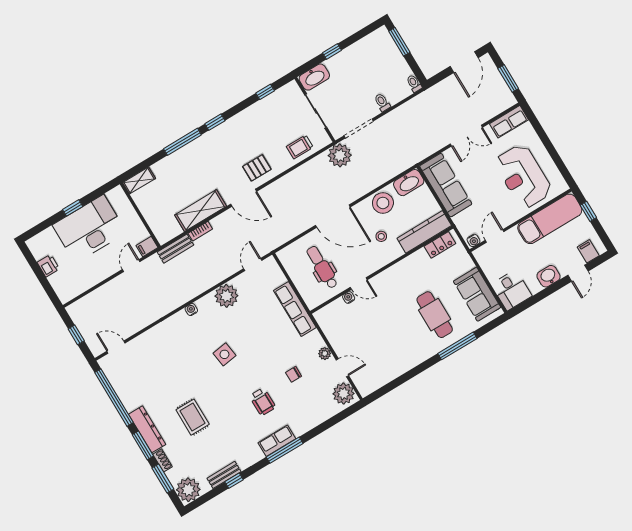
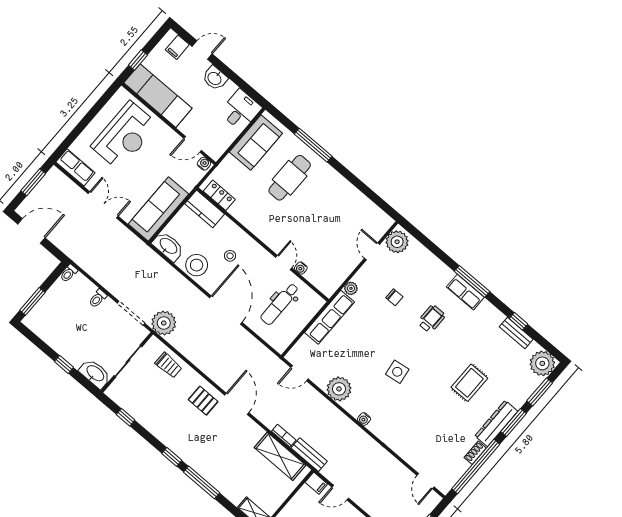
shelving: (201, 211) -> (280, 456), moved
kitchen counter: (424, 232) -> (205, 209), width x0.67
plant: (325, 354) -> (351, 288), moved
shoe rack: (162, 460) -> (475, 453), moved

